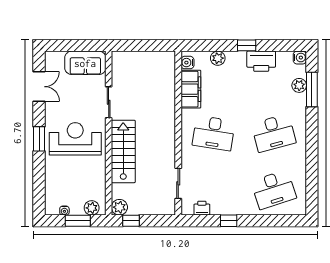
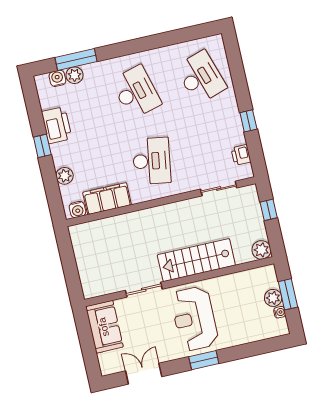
water cooler: (300, 58) -> (57, 78), moved
plant: (92, 208) -> (273, 298), moved
window: (131, 221) -> (269, 210), moved

